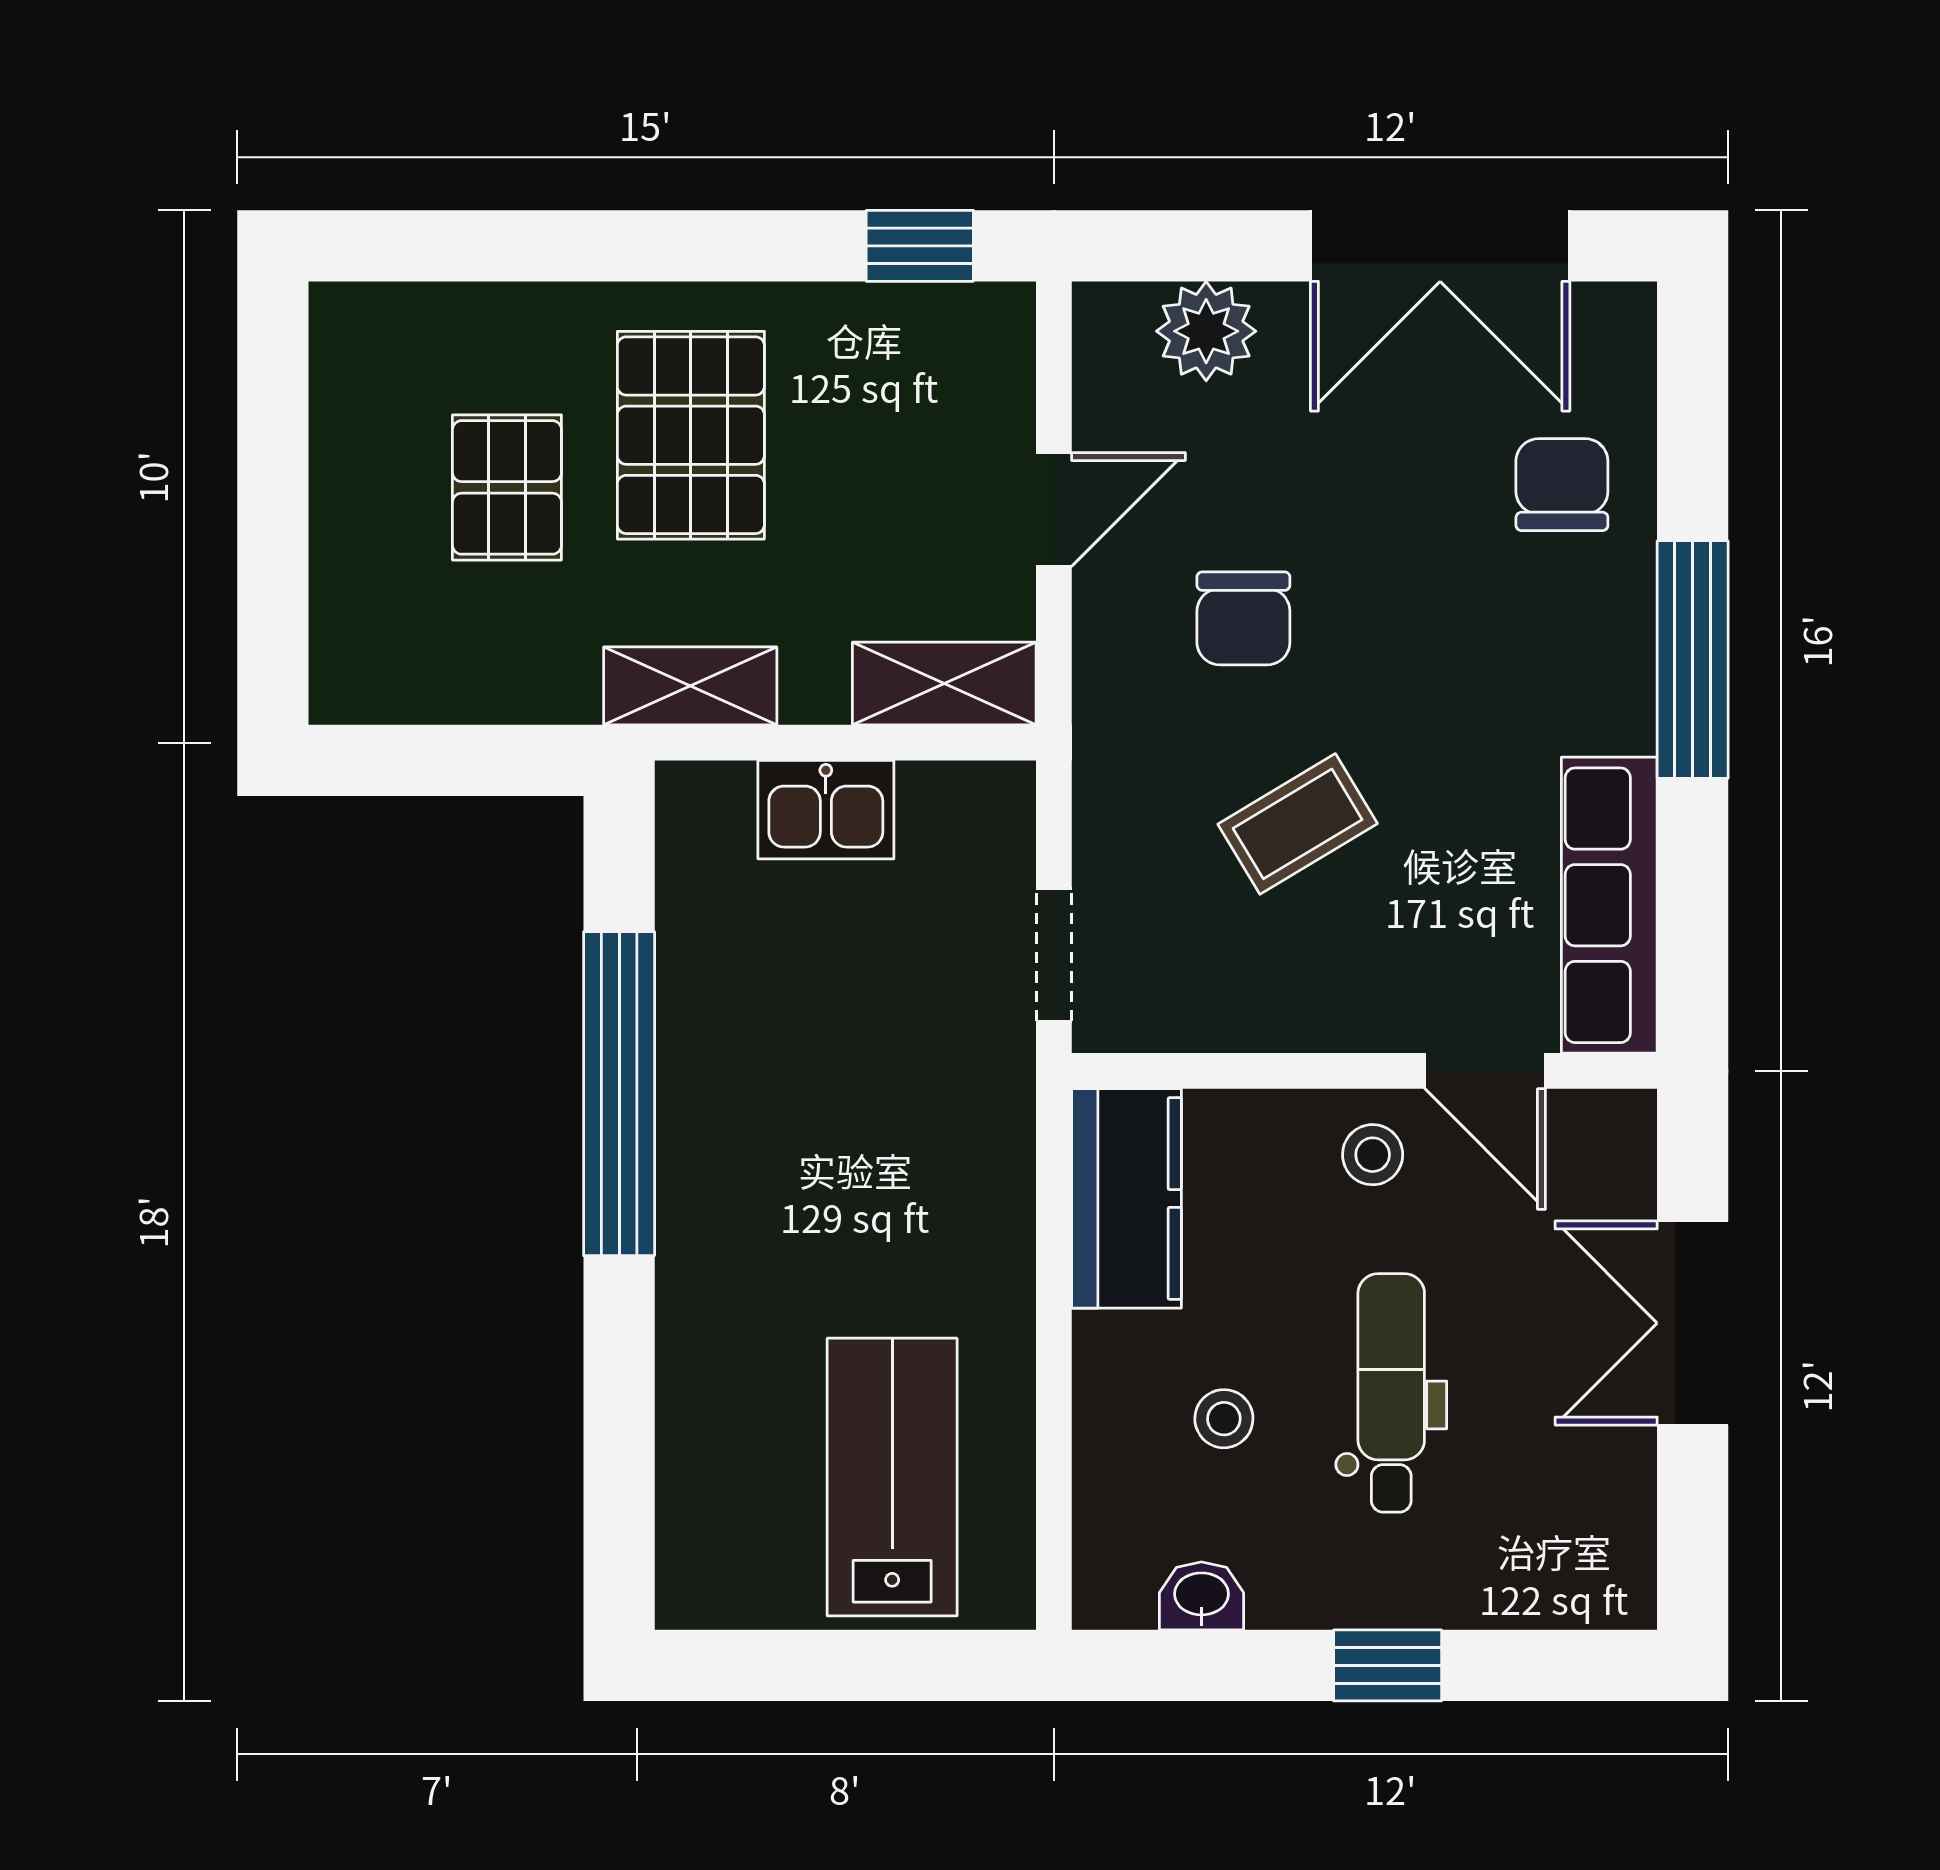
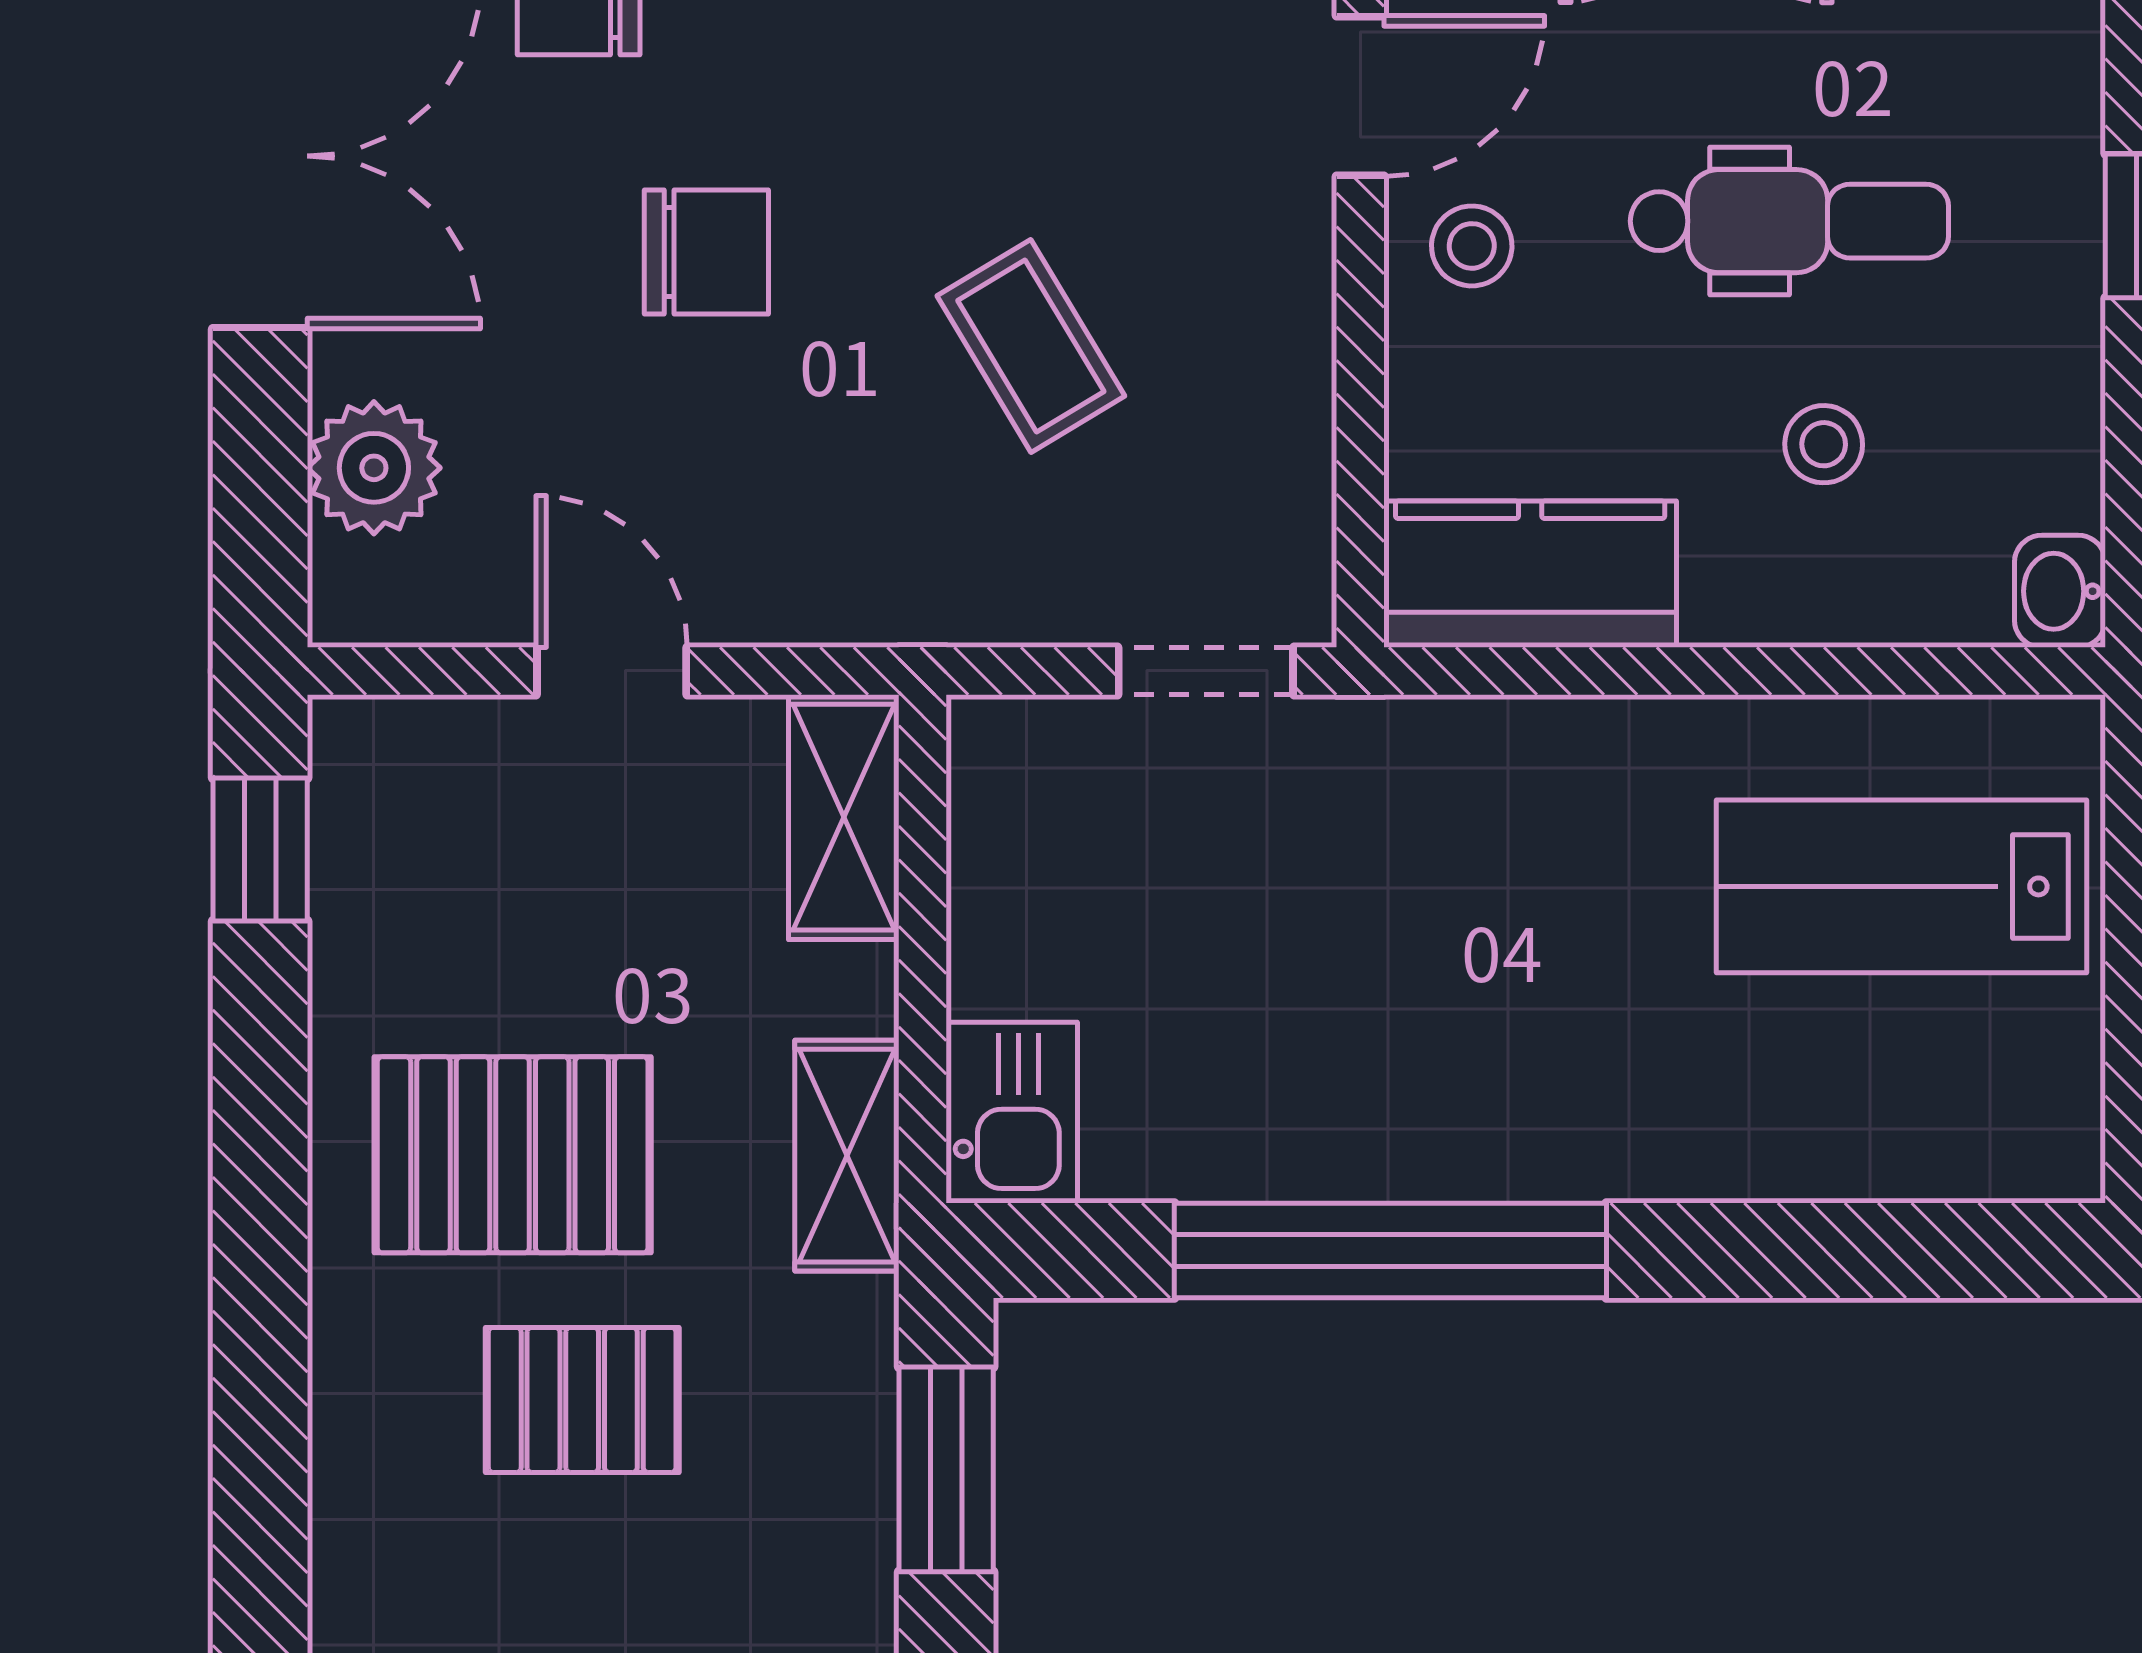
chair: (1243, 618) -> (706, 252), moved
window: (455, 760) -> (946, 1469), added
kitchen sink: (826, 810) -> (1012, 1113), moved
dental chair: (1391, 1393) -> (1789, 221), turned 180
washbasin: (1201, 1596) -> (2060, 591), moved

